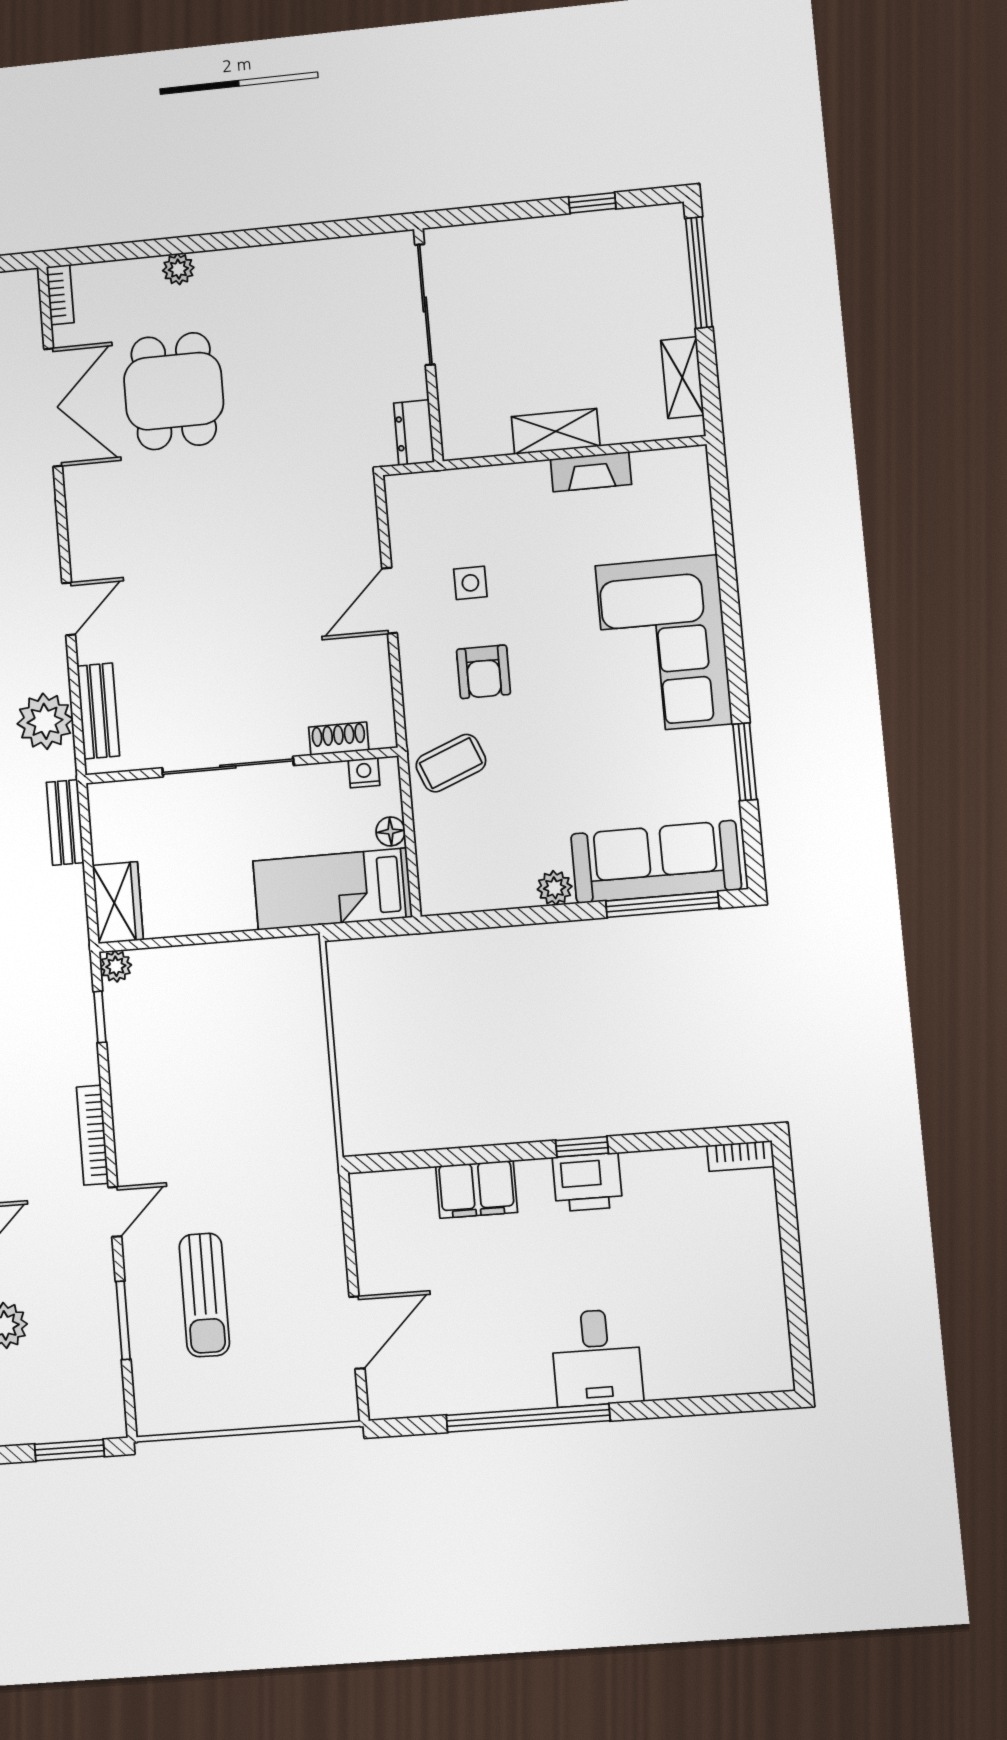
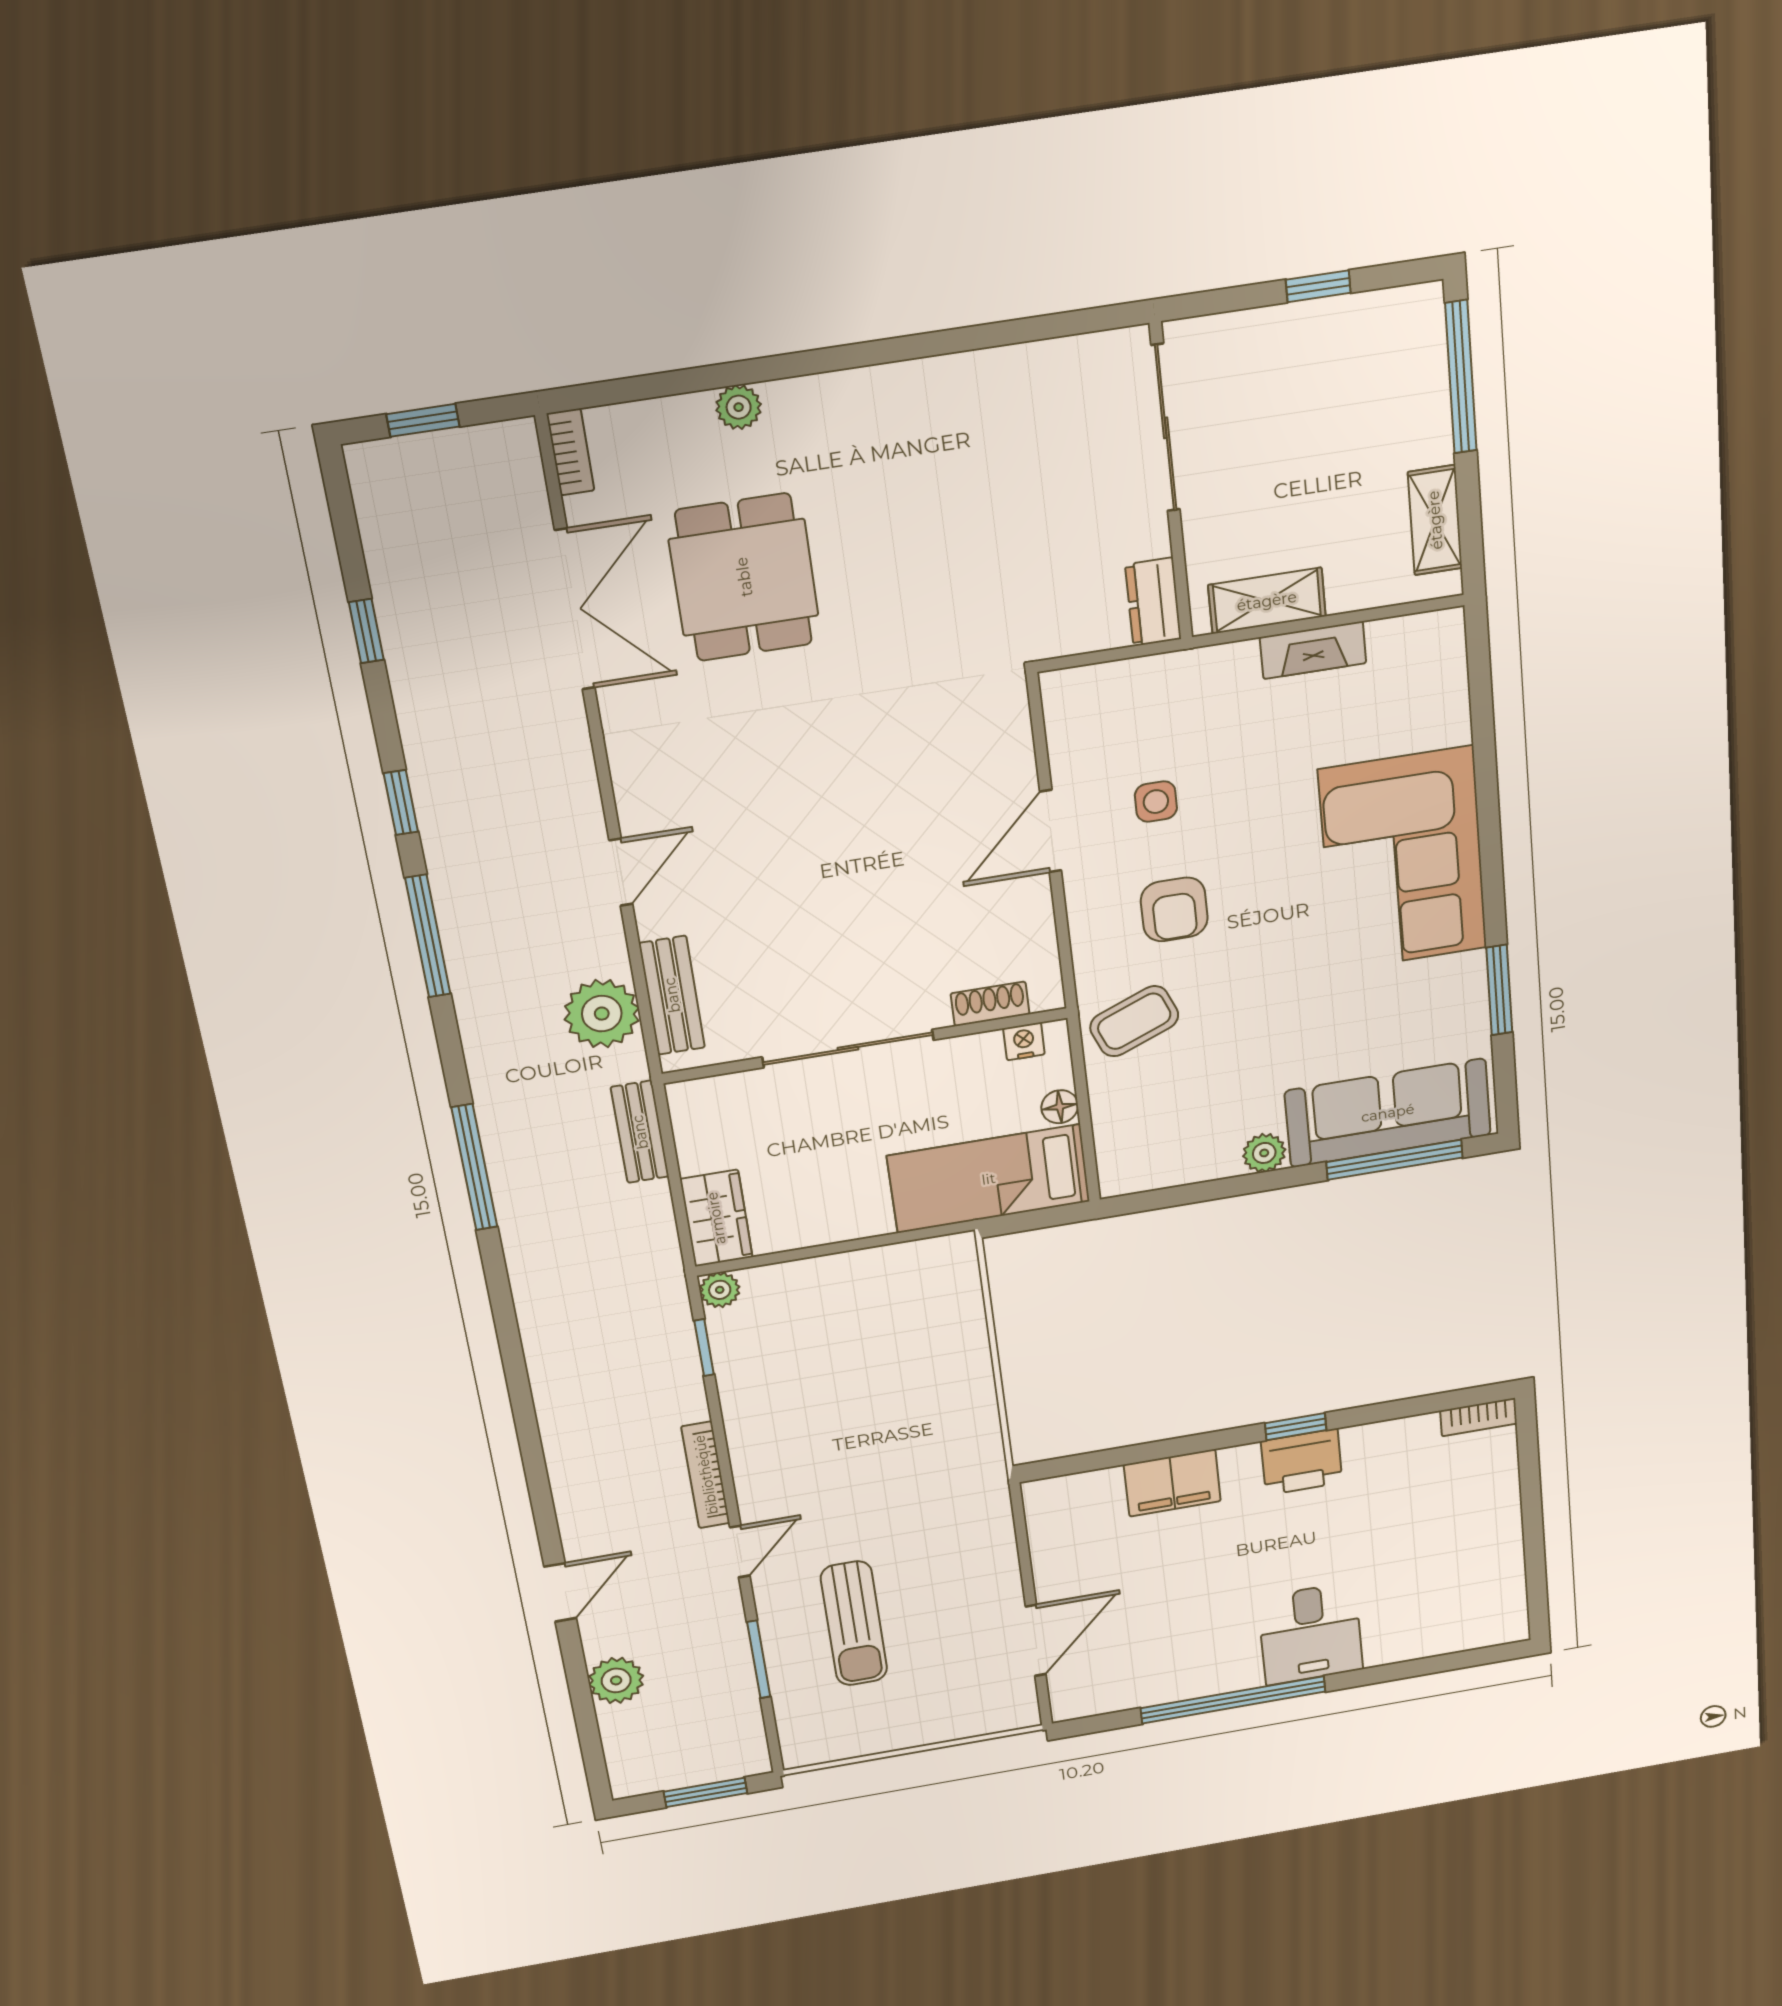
sliding door: (425, 304) -> (1166, 428), moved
wall: (428, 345) -> (1171, 483), moved
dresser: (414, 433) -> (1153, 602), moved

